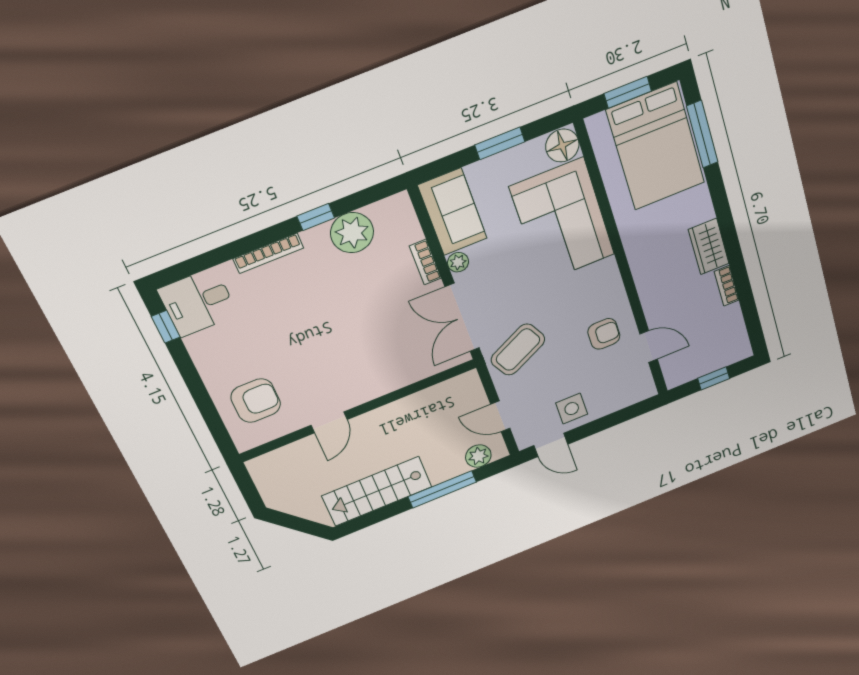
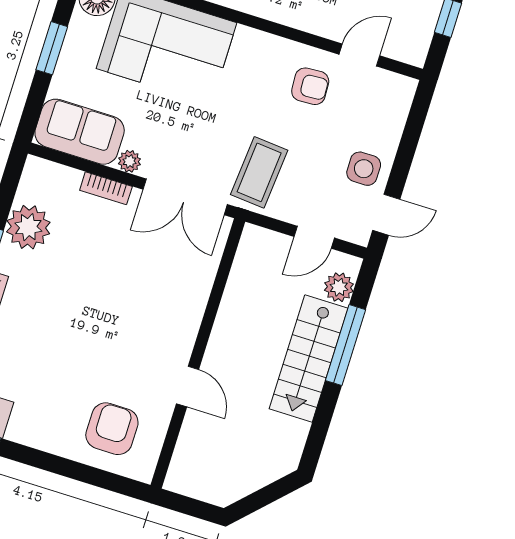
armchair: (604, 334) -> (310, 86), turned 87
coffee table: (518, 350) -> (259, 172), turned 32
stairs: (377, 491) -> (309, 358), moved

